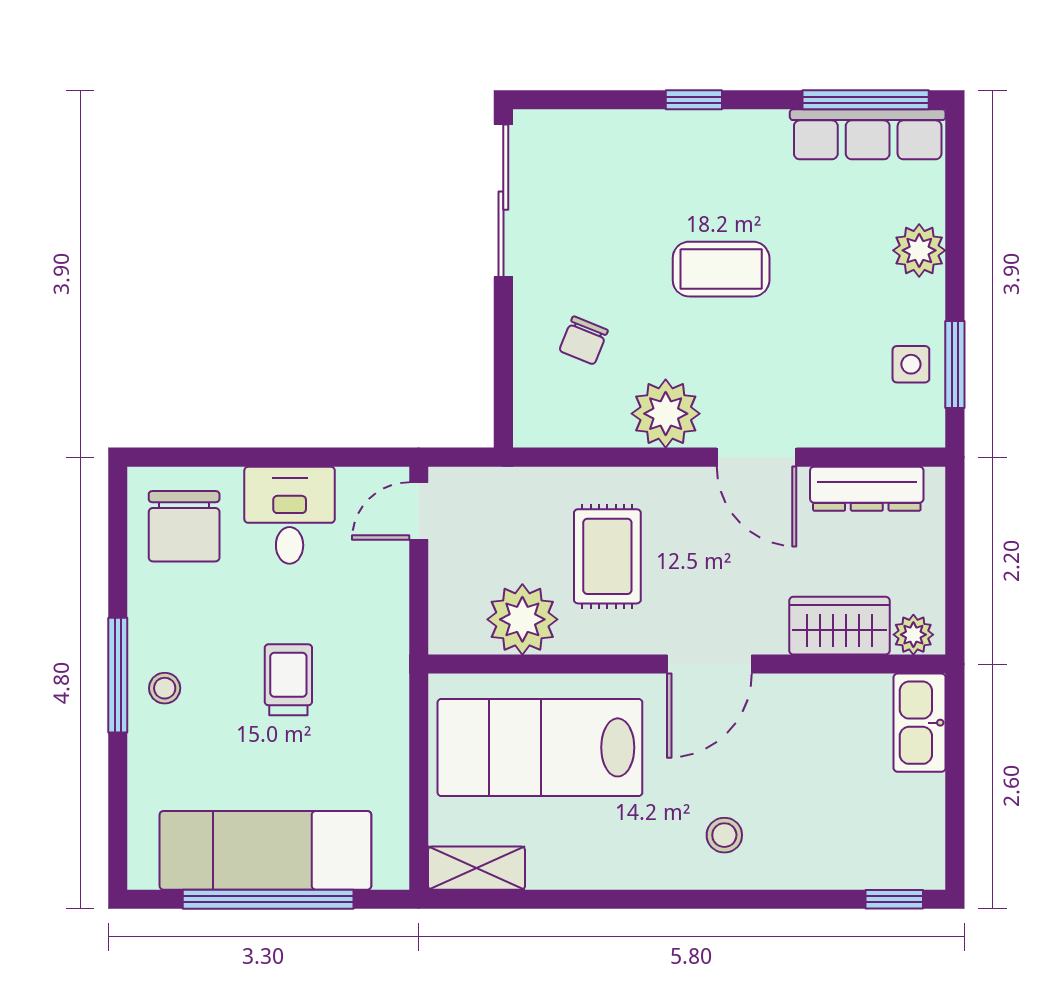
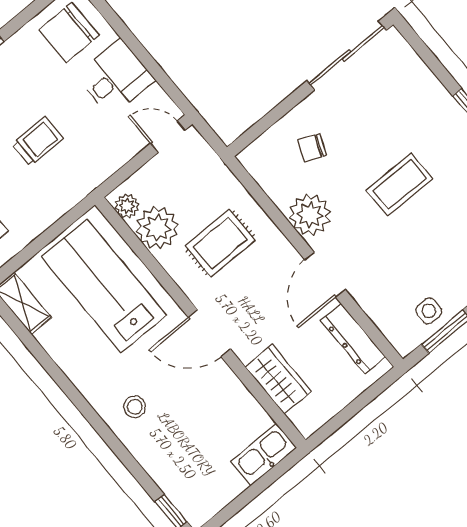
coffee table: (721, 269) -> (399, 184), turned 90
plant: (913, 635) -> (127, 206), moved

